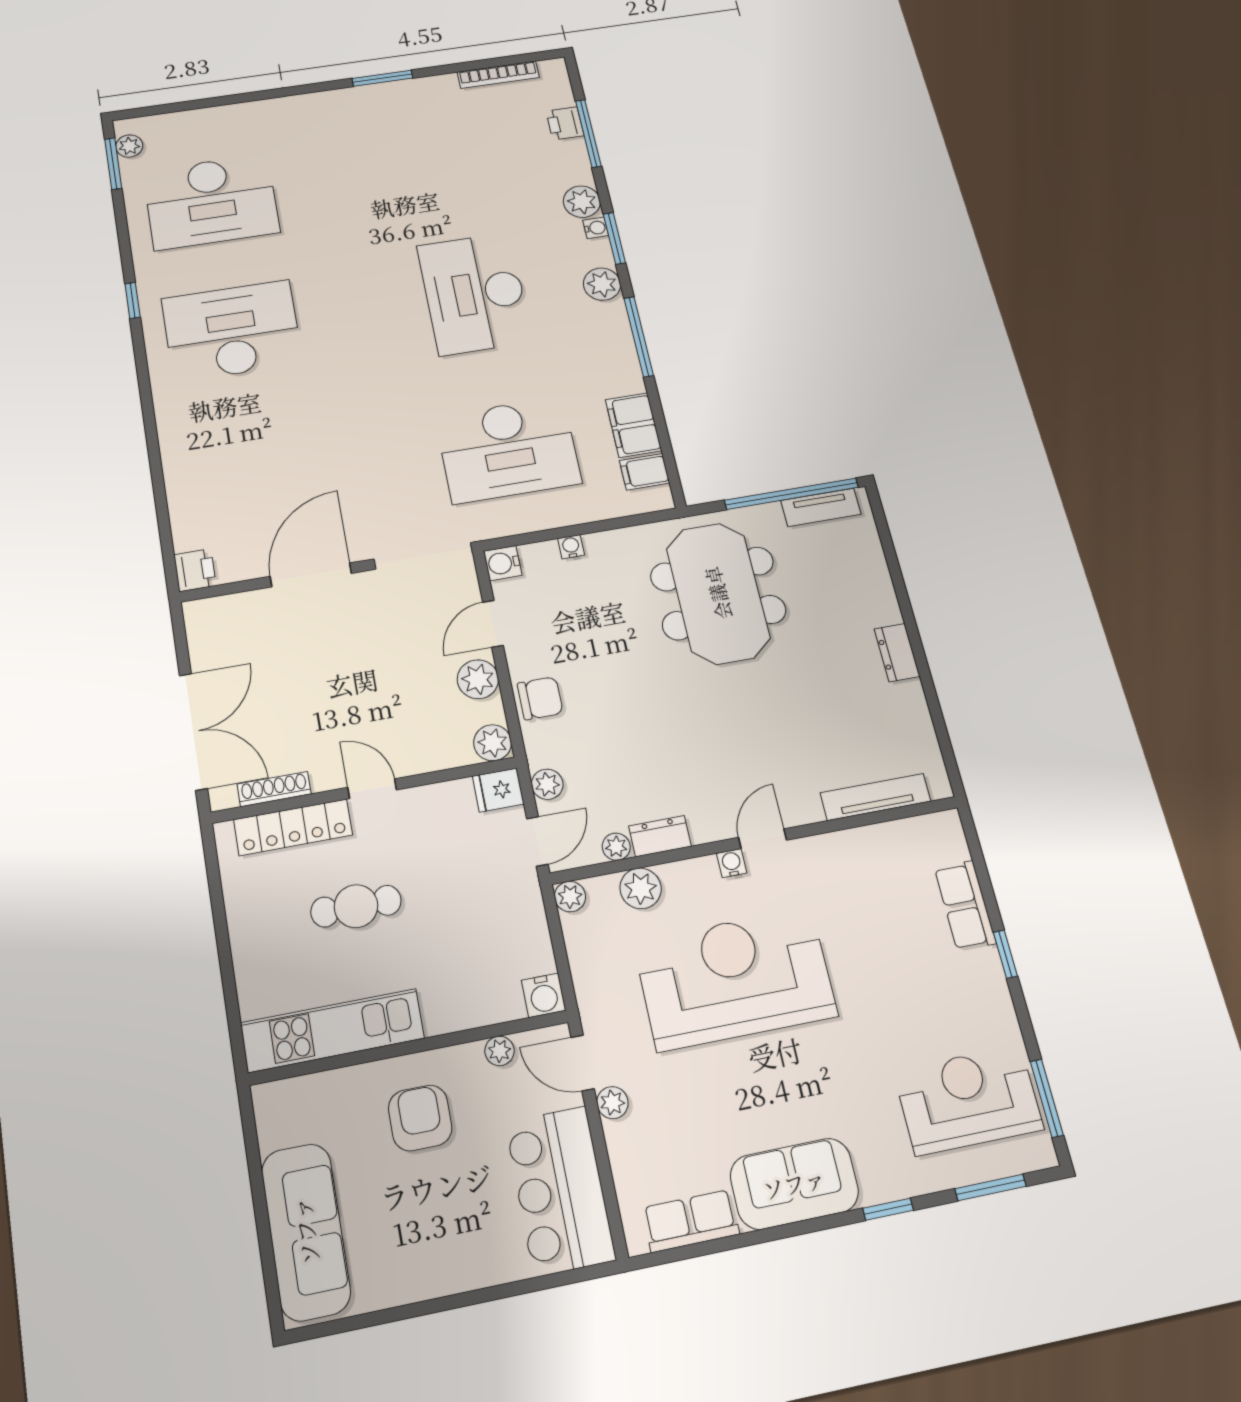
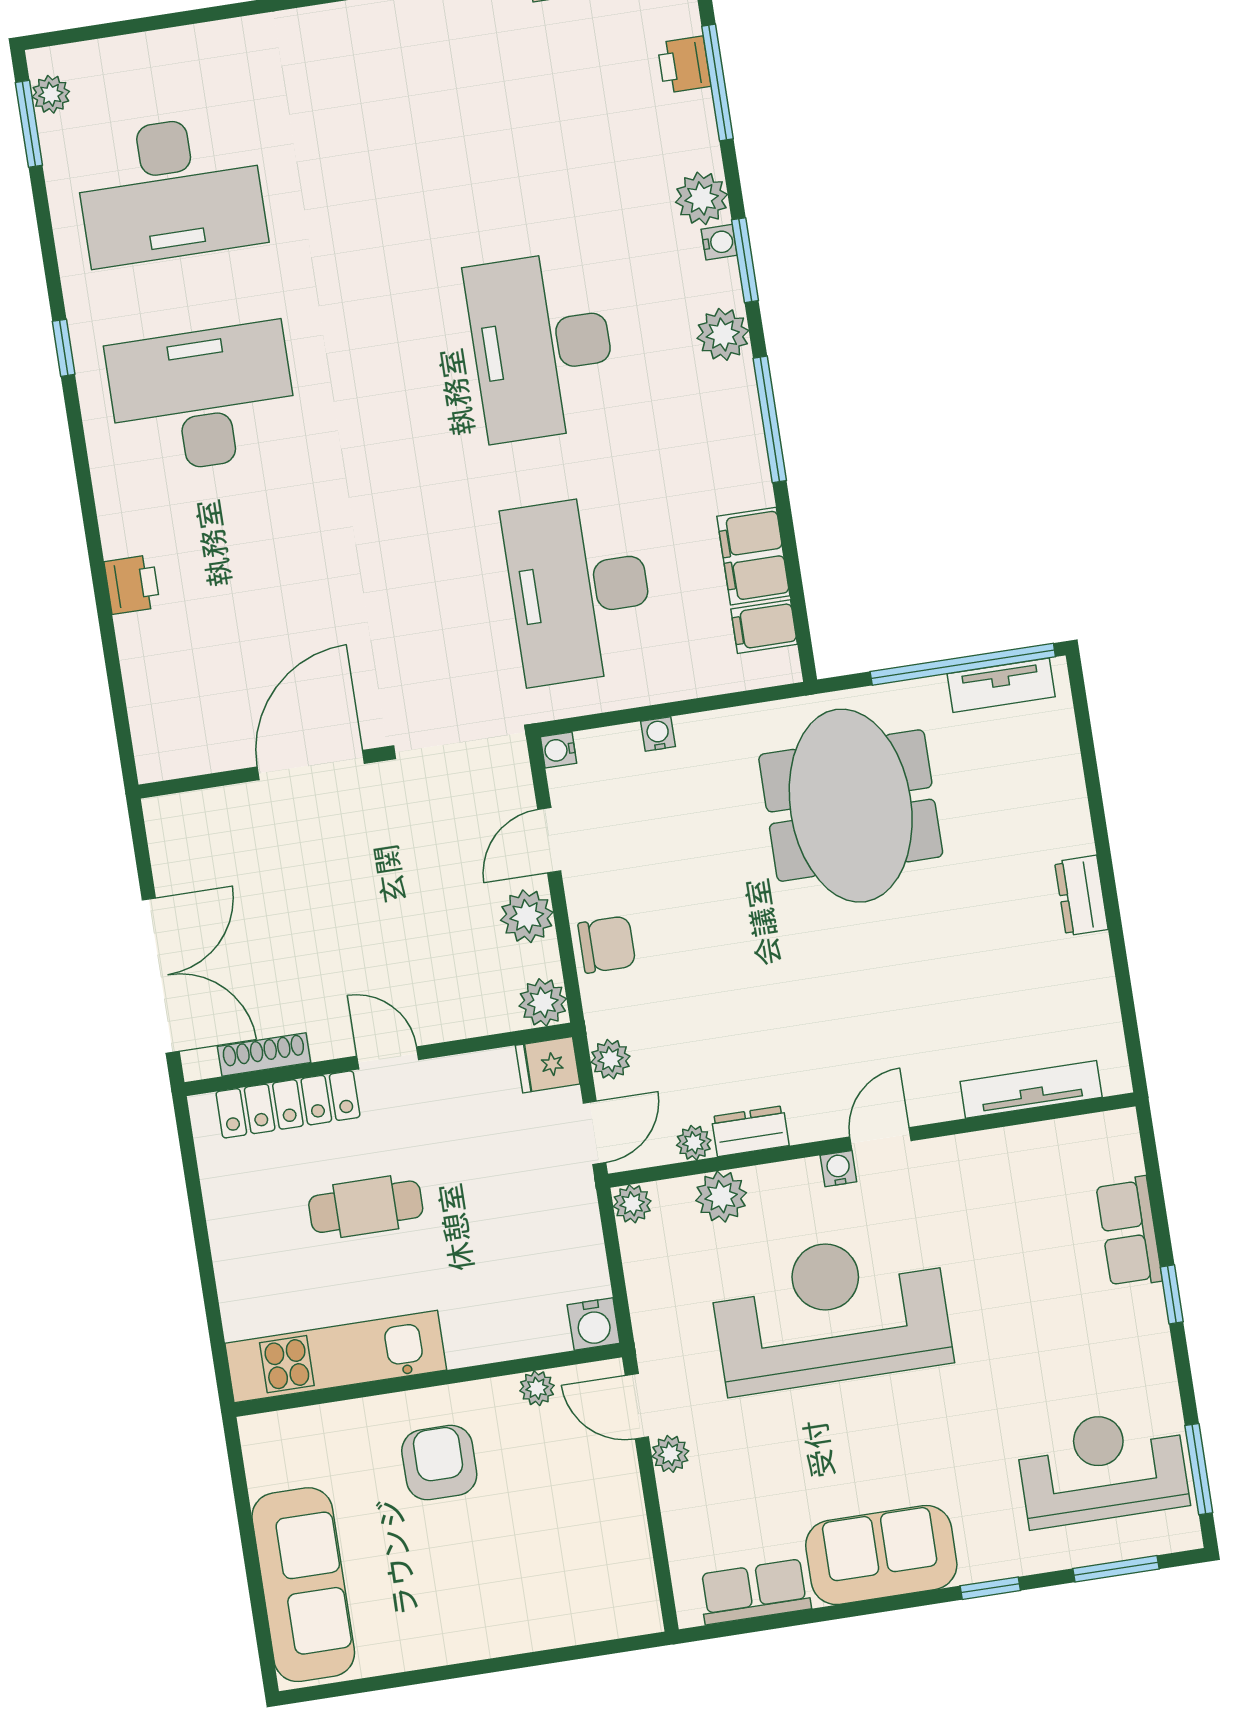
desk: (508, 450) -> (579, 589), turned 90
water cooler: (503, 563) -> (558, 750), width x0.72, depth x0.72
printer: (195, 570) -> (132, 584), moved
bar counter: (560, 1190) -> (602, 1551), removed

